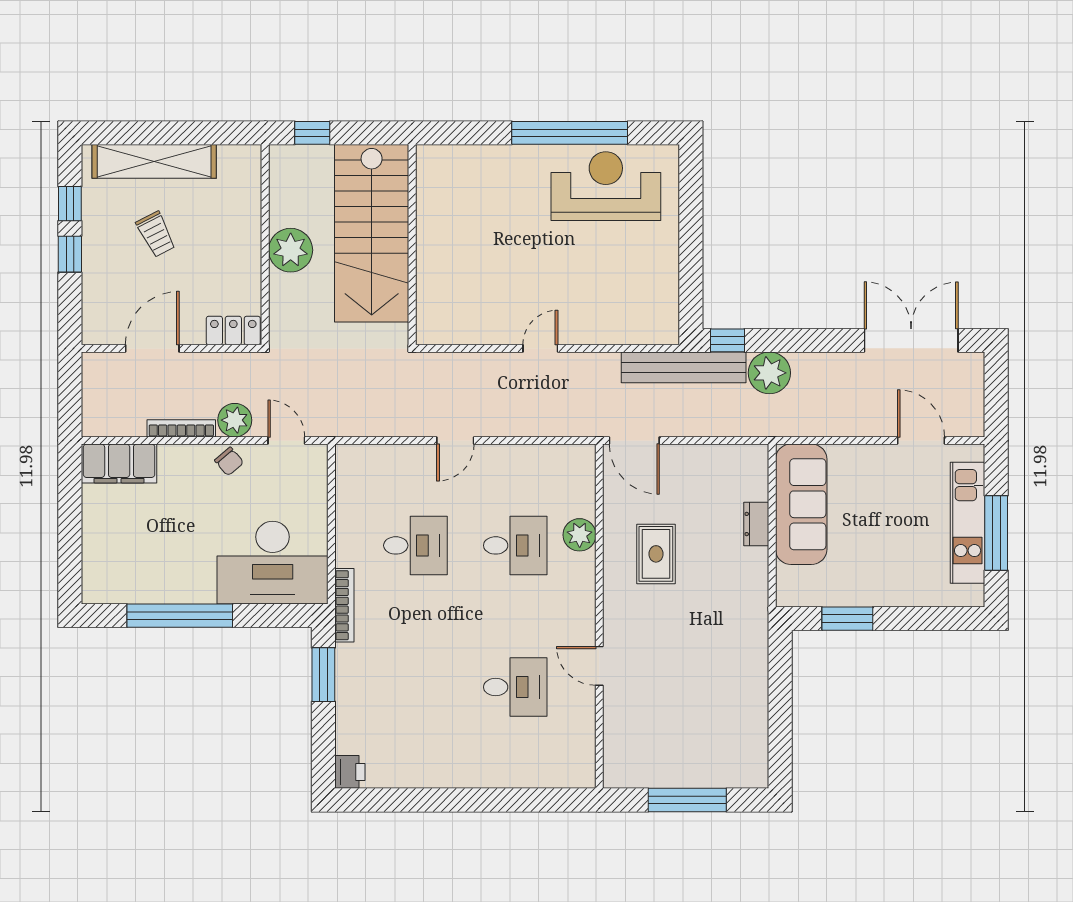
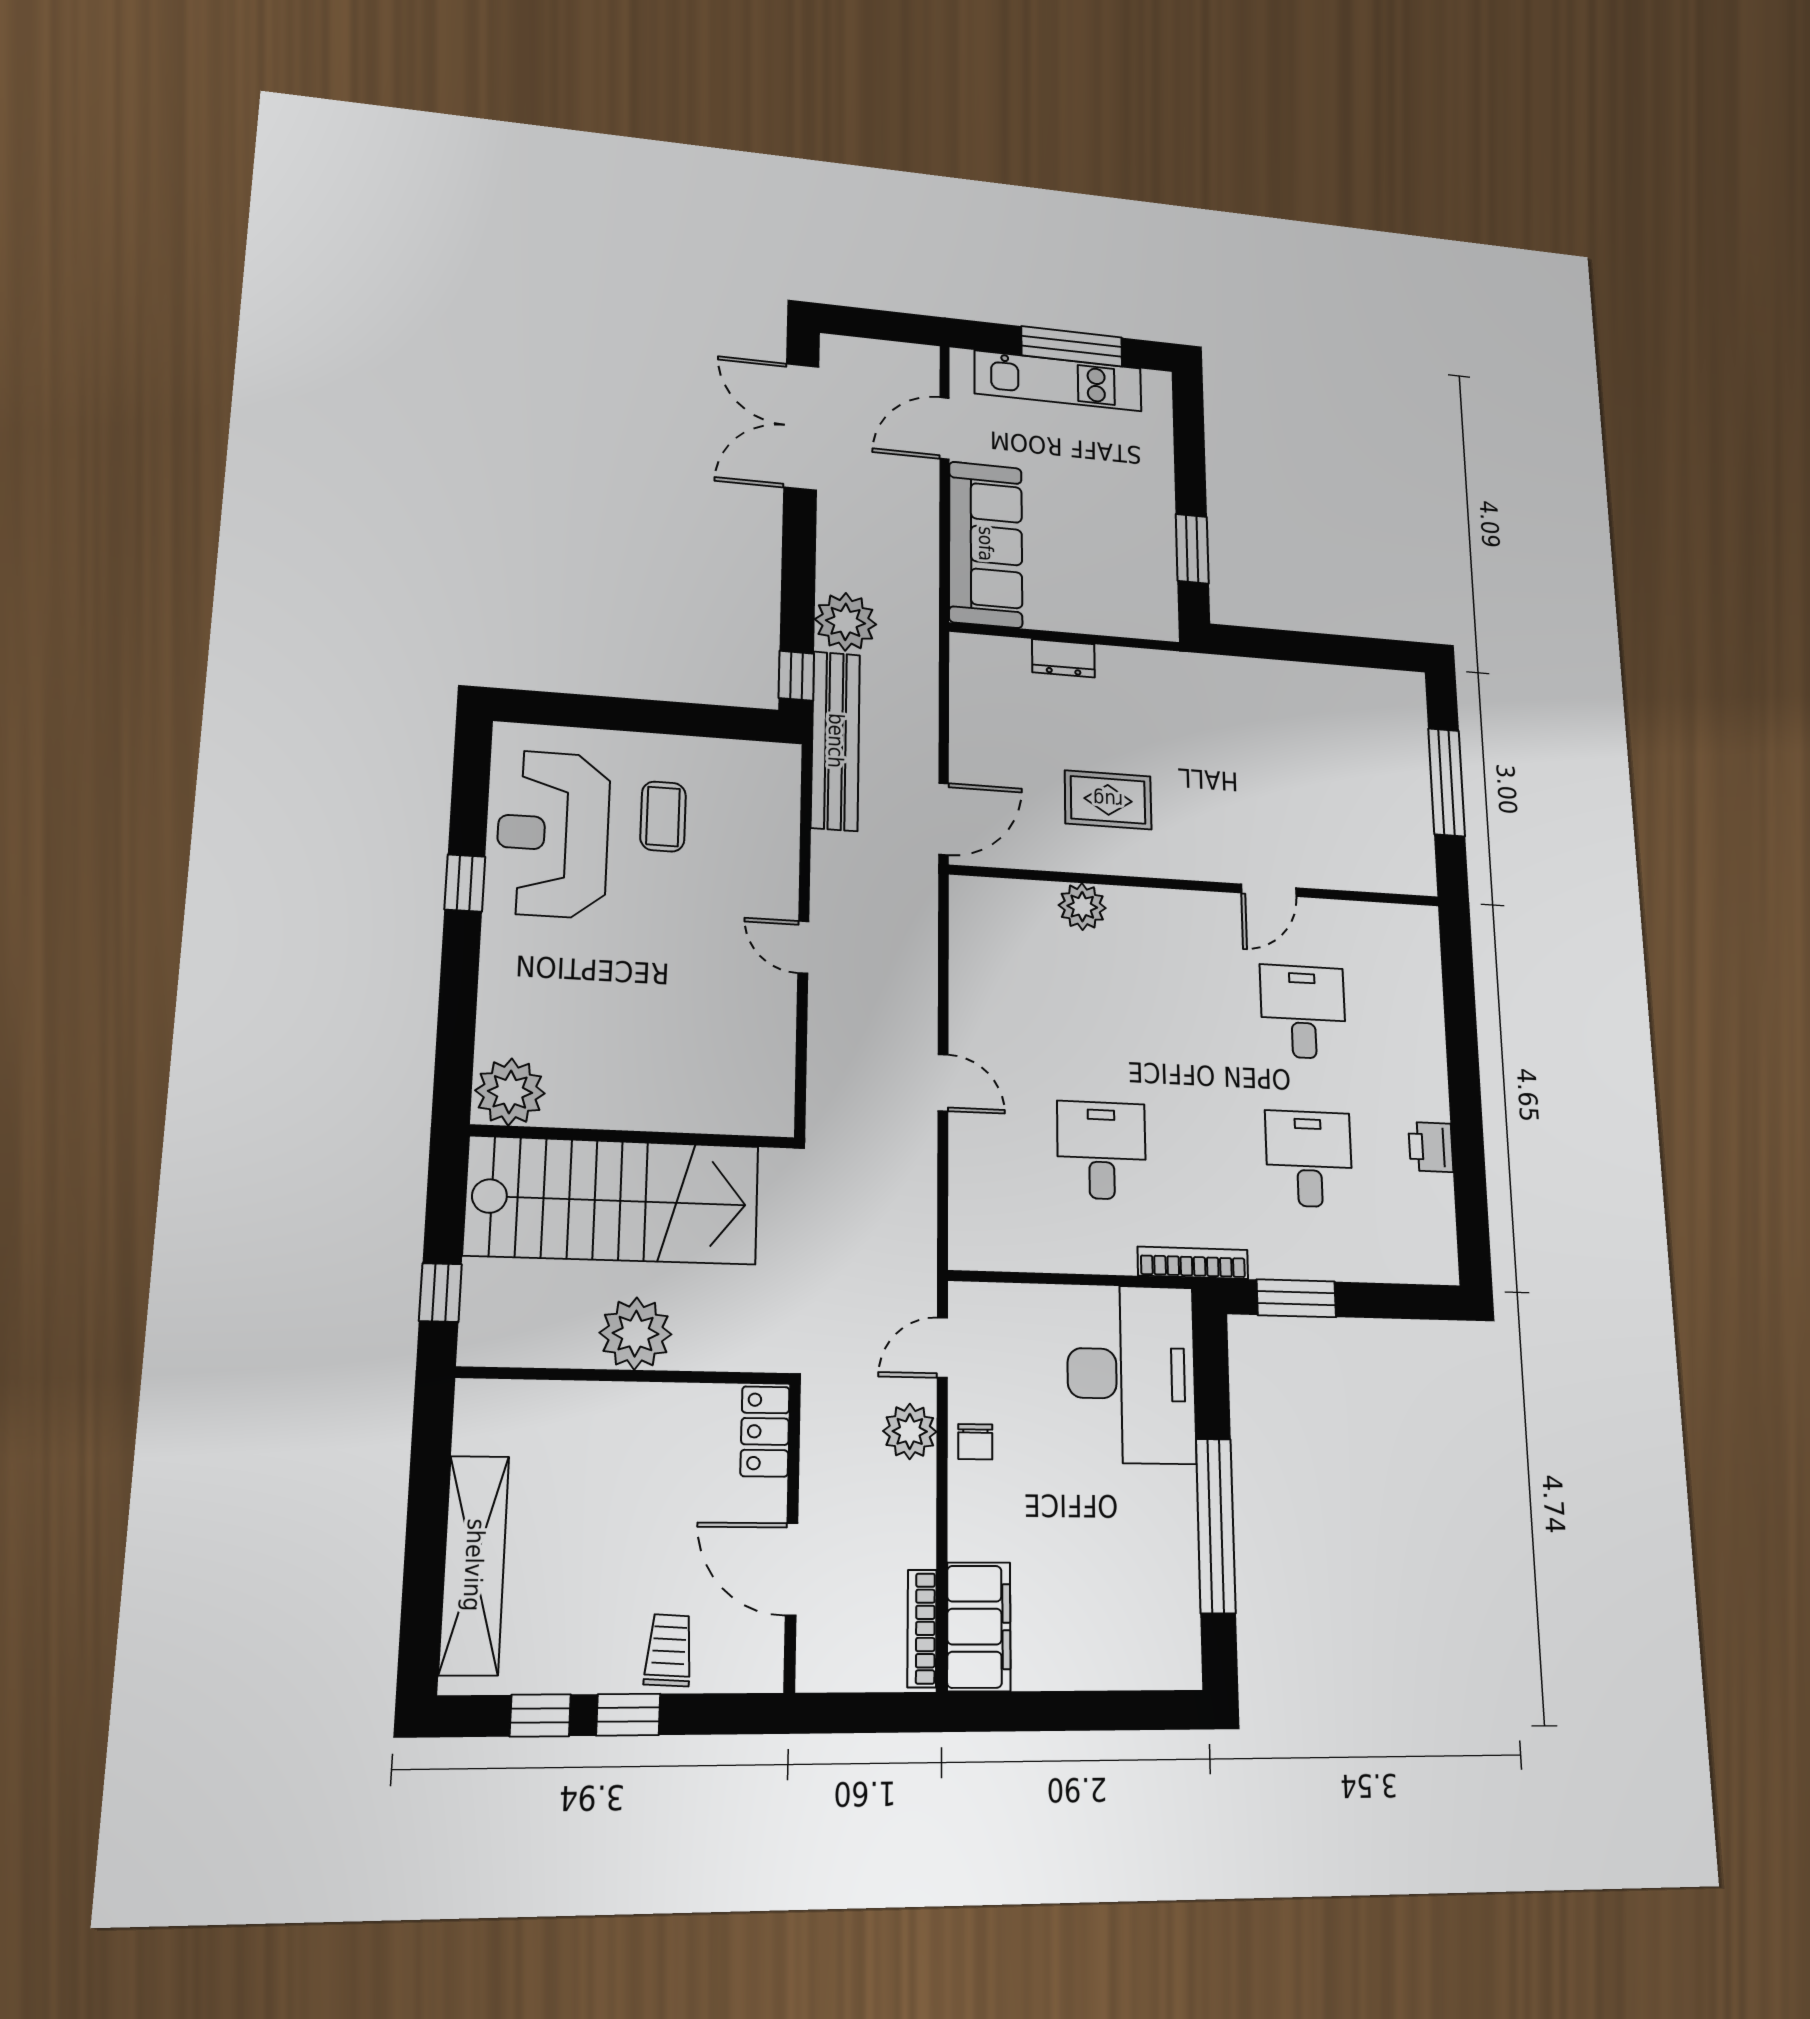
window: (570, 133) -> (465, 883), width x0.32
plant: (437, 168) -> (510, 1092), added
trolley: (156, 234) -> (669, 1650), moved, turned -60
coffee table: (623, 255) -> (663, 816), added
bookcase: (181, 428) -> (922, 1628), moved
chair: (229, 461) -> (975, 1442), turned 130
sofa: (801, 504) -> (986, 544), moved, turned 90
desk: (515, 545) -> (1309, 1159), moved
printer: (350, 772) -> (1431, 1147), moved, turned -90

